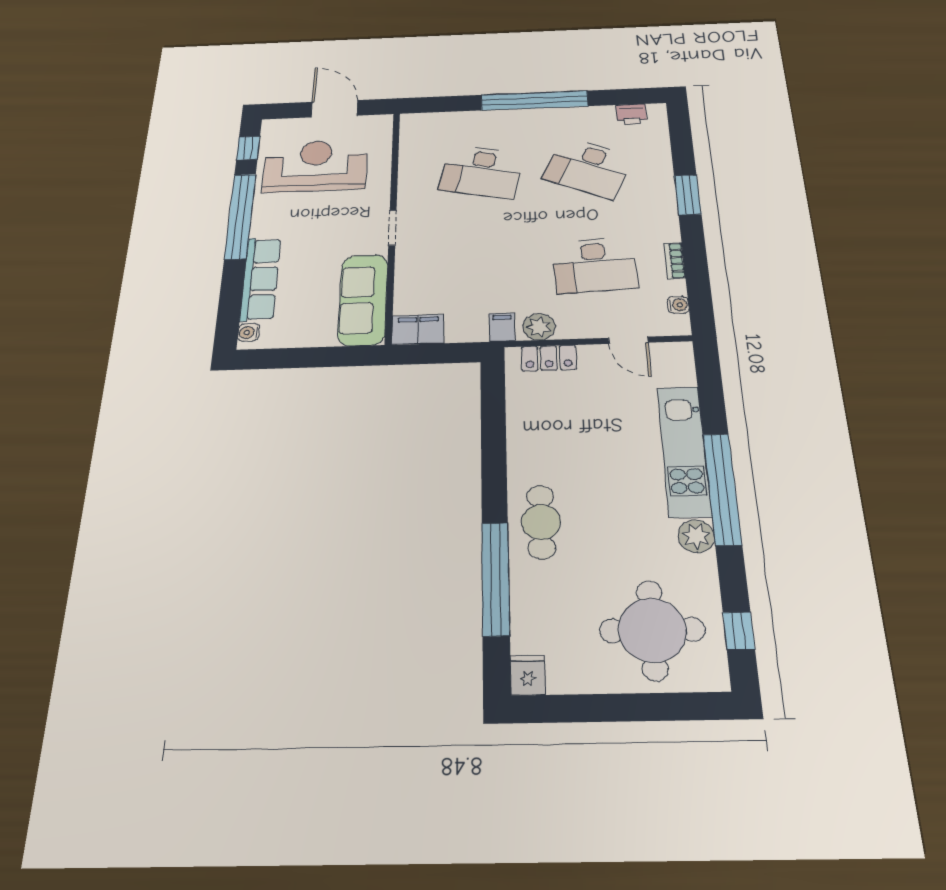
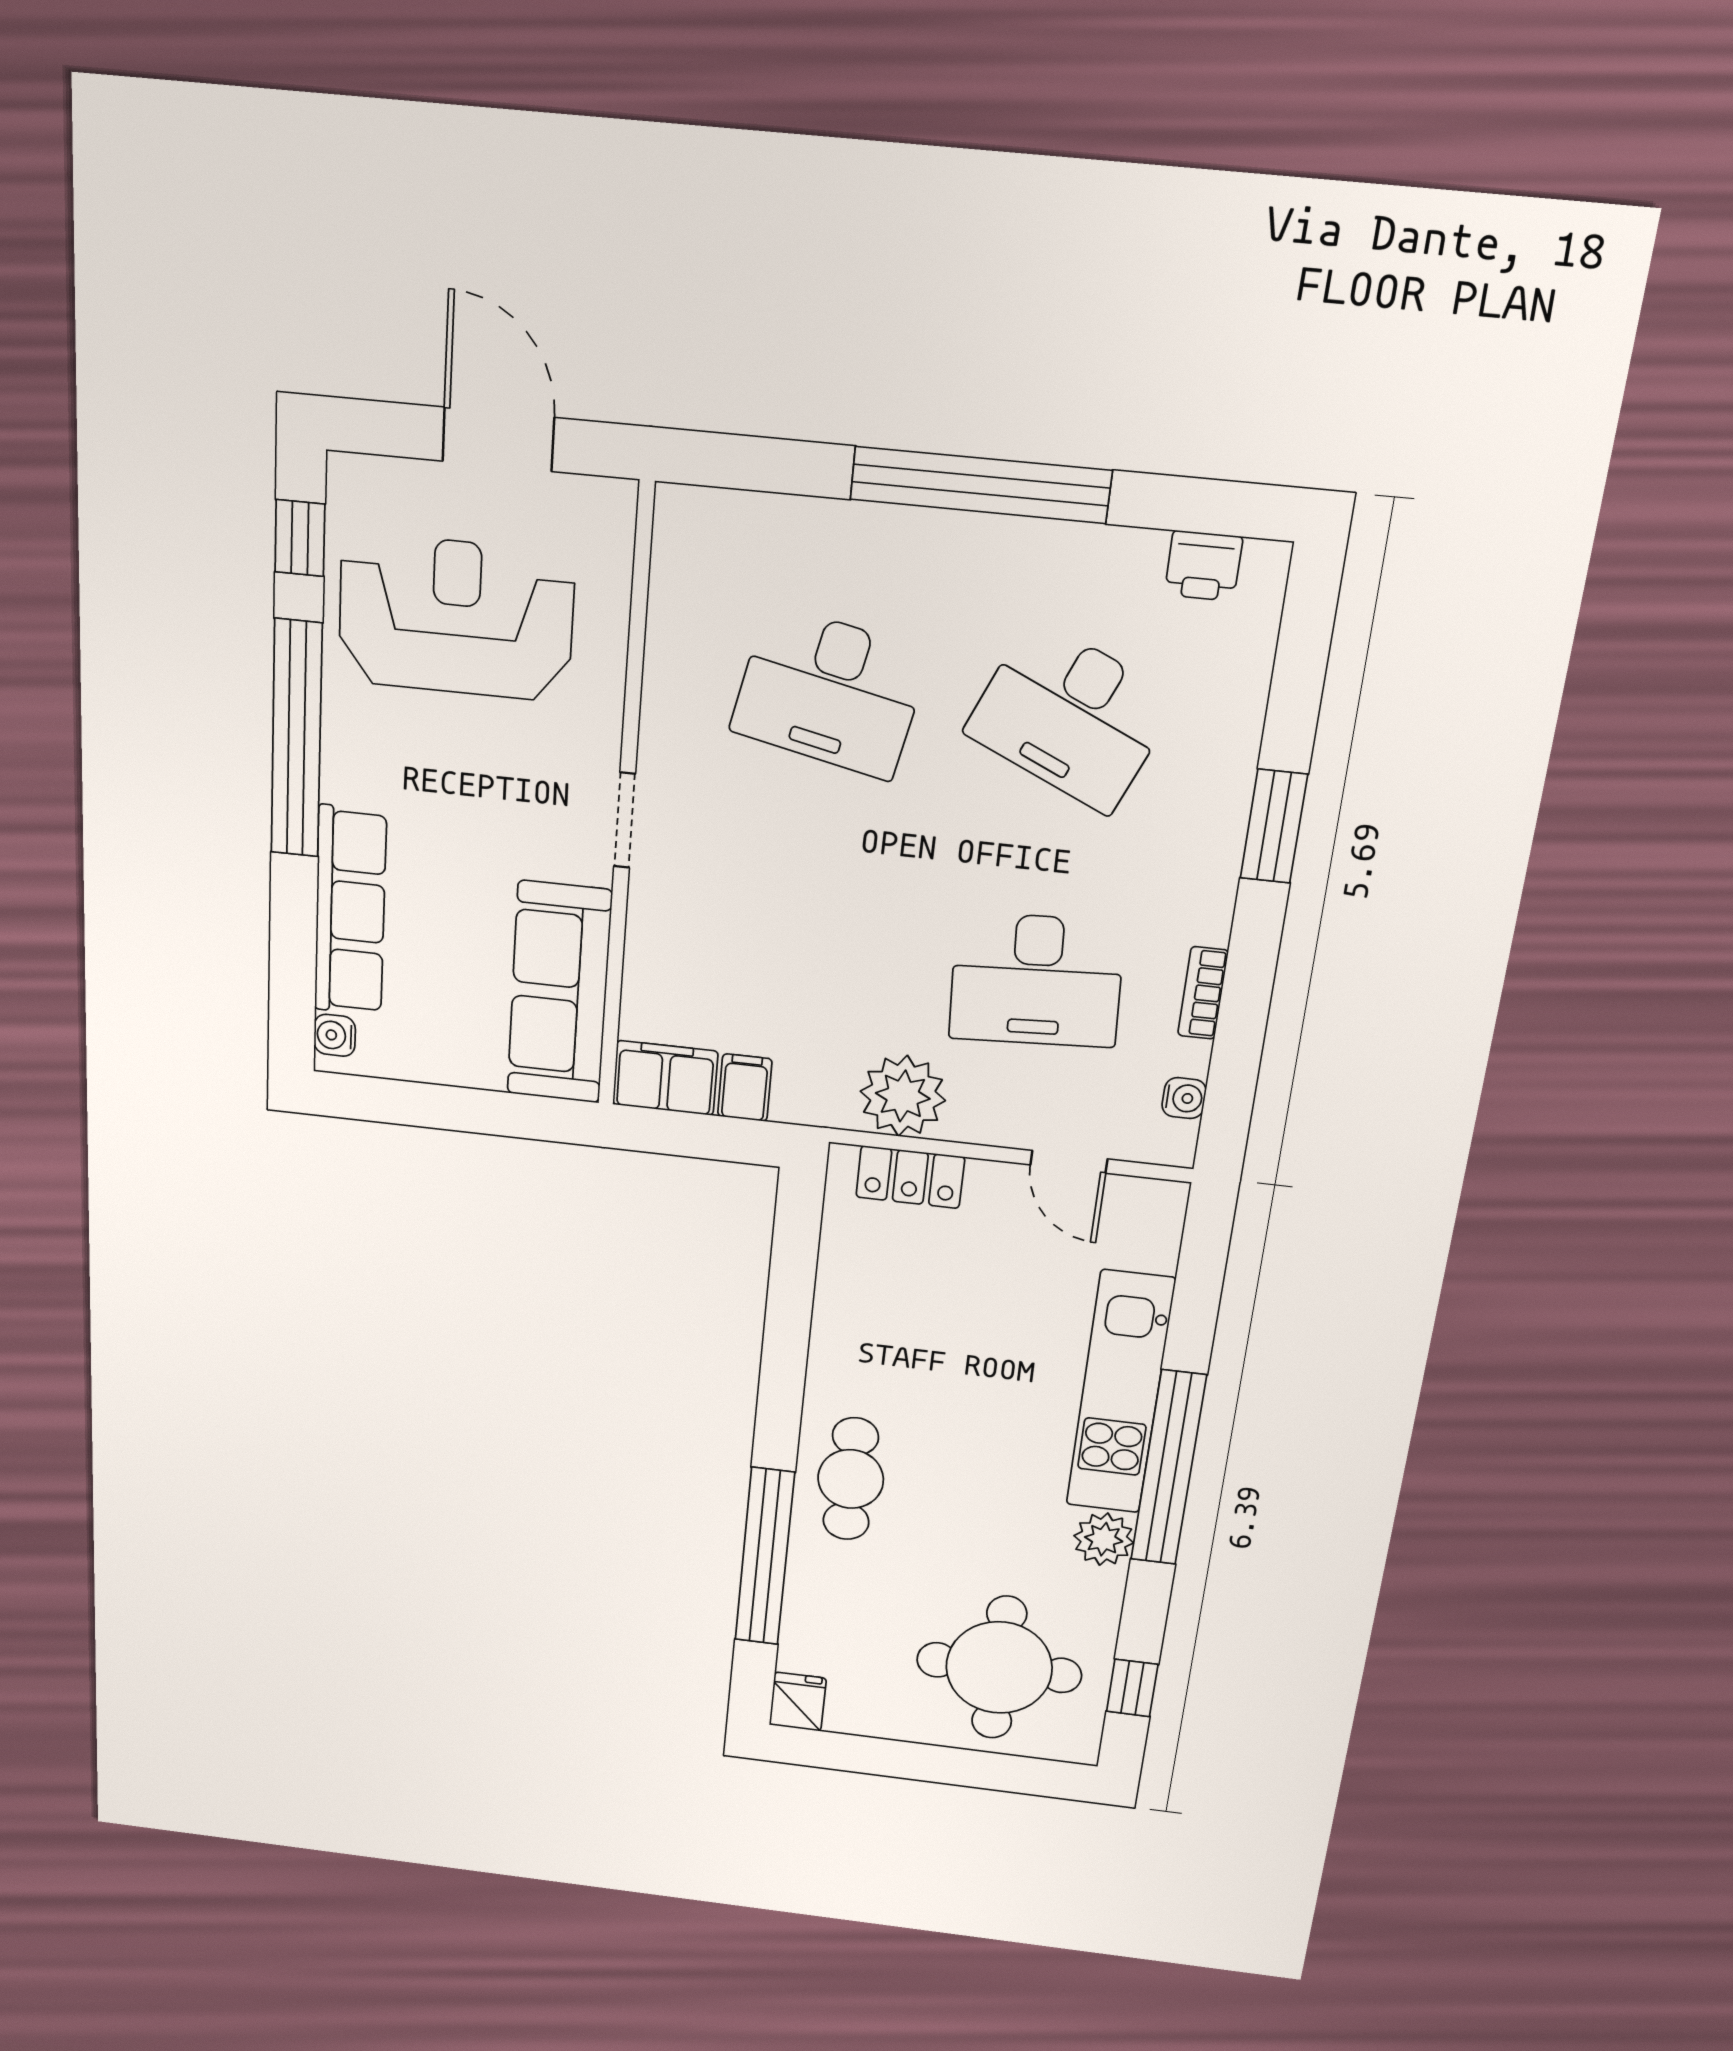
filing cabinet: (502, 327) -> (745, 1088), moved
plant: (539, 327) -> (903, 1096), width x1.36, depth x1.36

